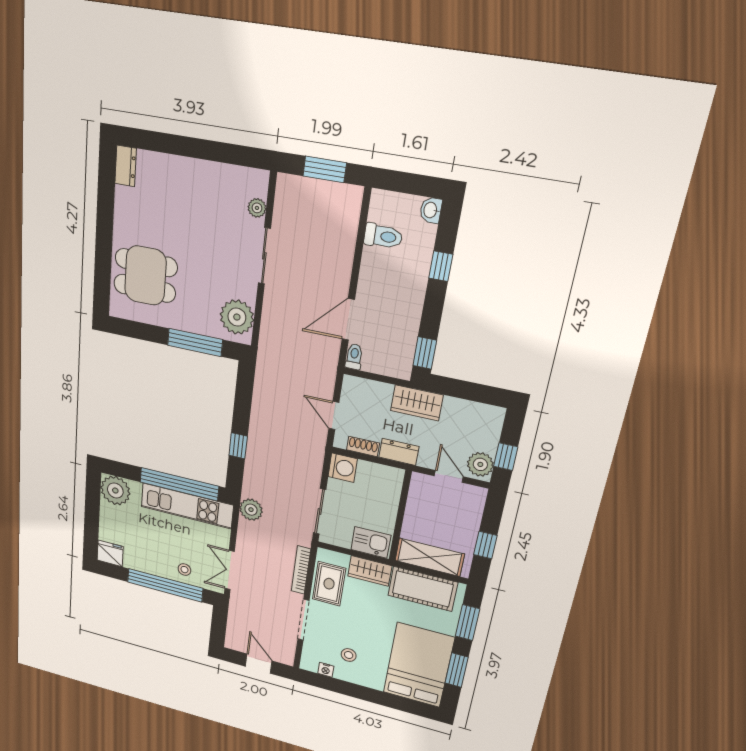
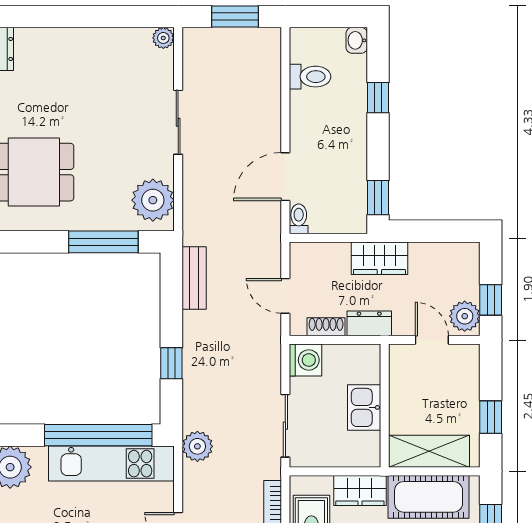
plant: (257, 208) -> (163, 38), moved
bench: (263, 386) -> (194, 278), added
kitchen sink: (371, 542) -> (364, 407), moved, turned -90

